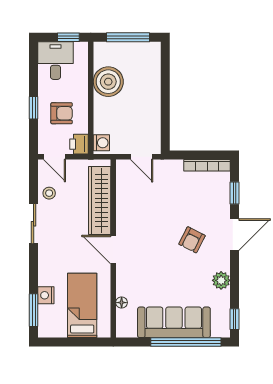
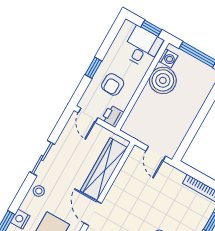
desk: (55, 61) -> (142, 47), moved
armchair: (62, 113) -> (113, 84), turned 93
washing machine: (101, 143) -> (168, 58), moved
stool: (49, 193) -> (39, 191), moved

